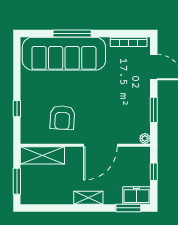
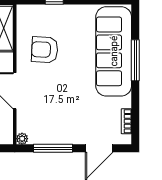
bookcase: (129, 42) -> (126, 121), width x0.64
window: (154, 110) -> (53, 148), width x1.44

